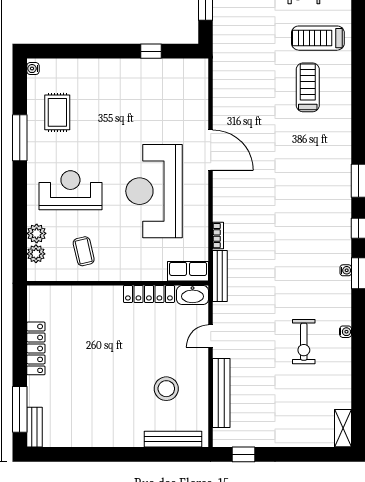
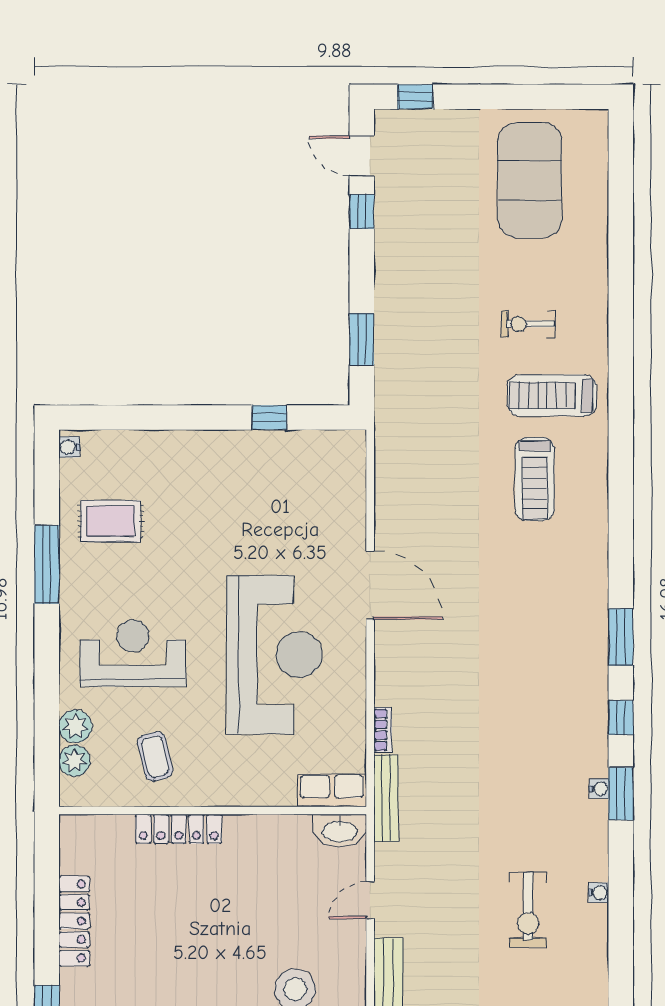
treadmill: (308, 87) -> (535, 479), turned 180
rug: (57, 112) -> (111, 521), turned 90
reception desk: (154, 191) -> (274, 655), turned 180
locker: (149, 294) -> (179, 829), moved

